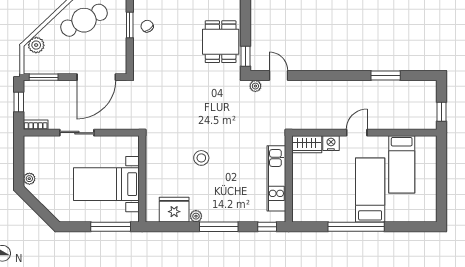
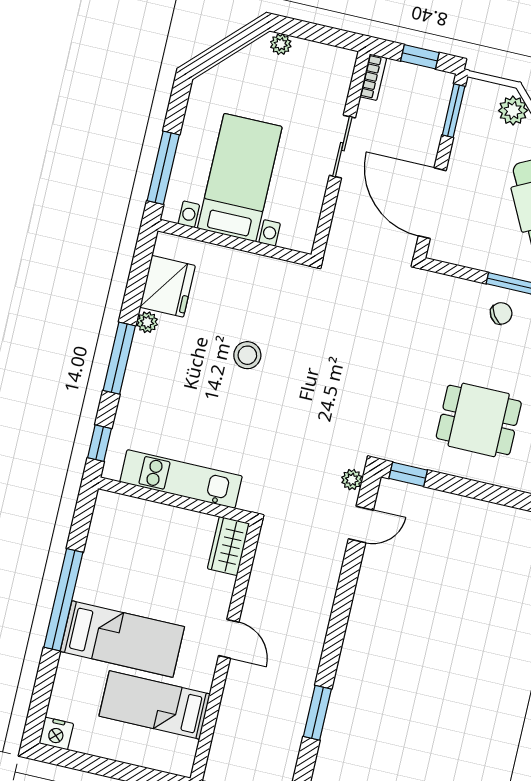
dining table: (221, 42) -> (479, 420), moved
nightstand: (331, 143) -> (56, 733), moved, turned 90

